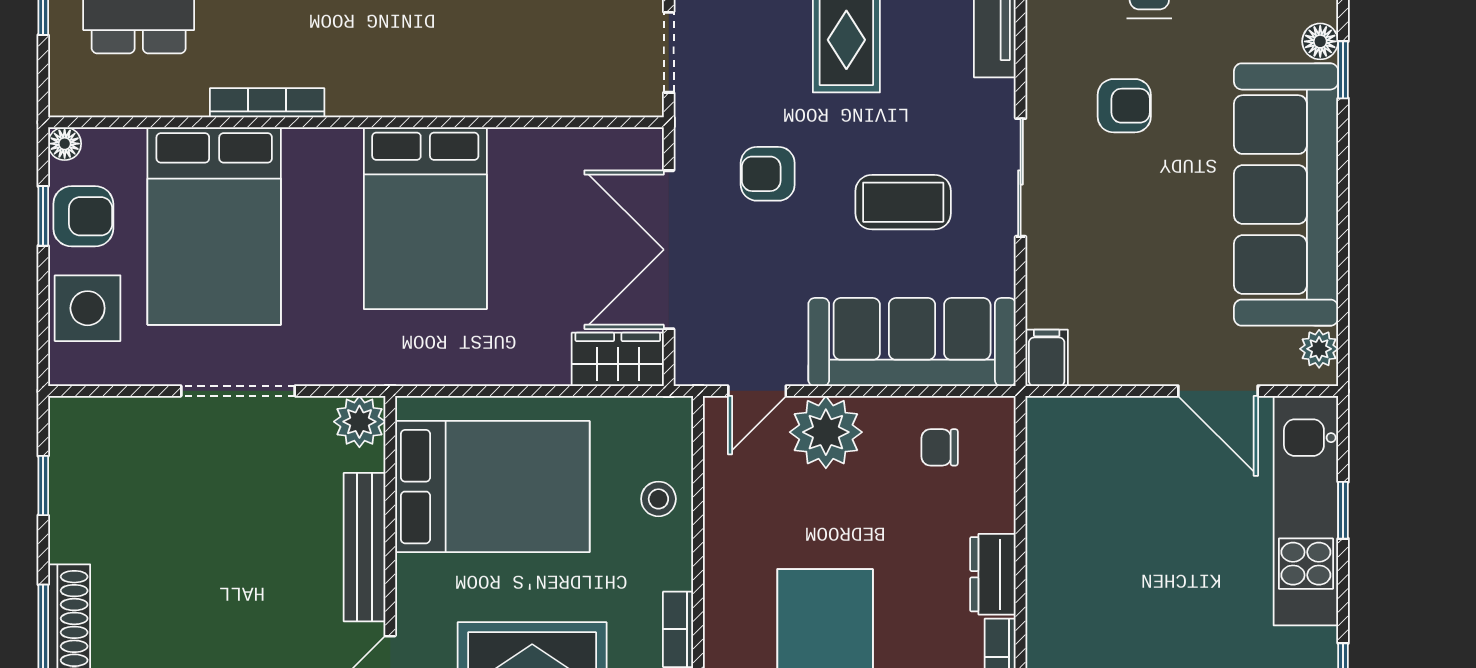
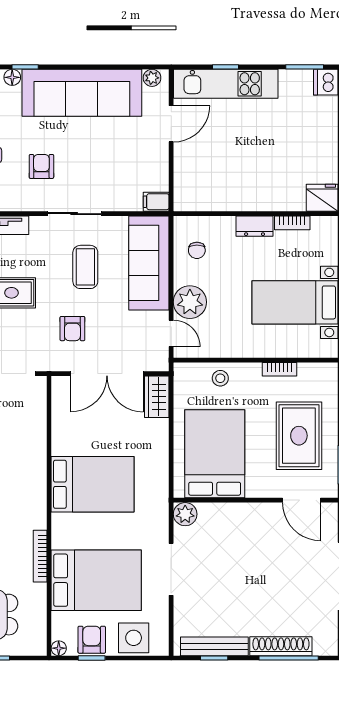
bench: (364, 547) -> (214, 646), moved

